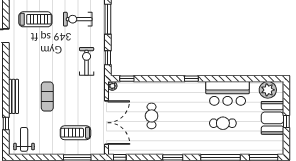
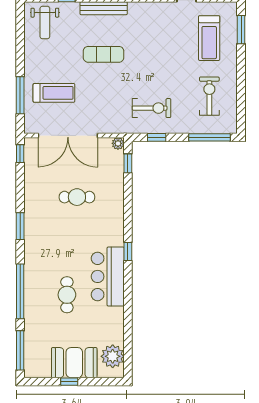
bar counter: (228, 93) -> (108, 276), moved
treadmill: (75, 133) -> (54, 93), turned 90
weight bench: (24, 139) -> (45, 23), turned 90

